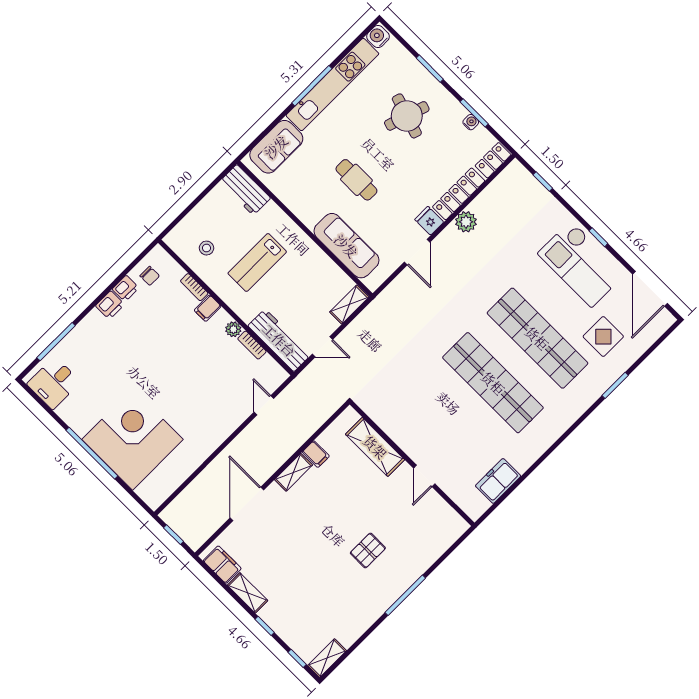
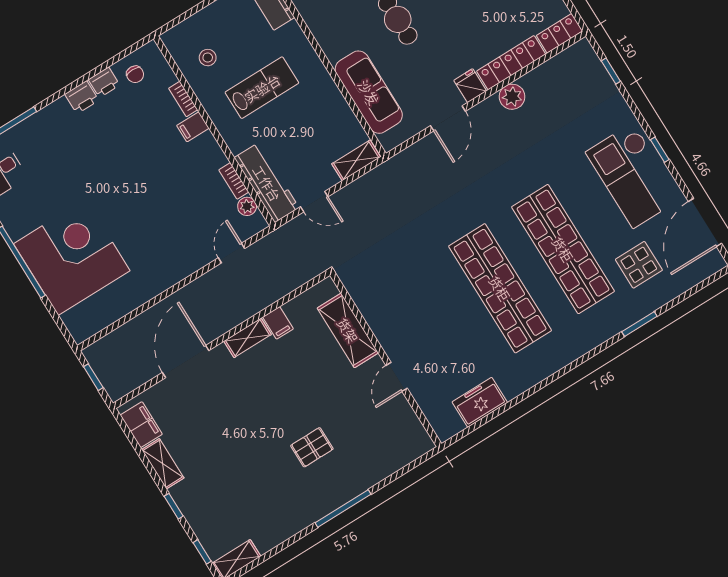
lab bench: (257, 262) -> (262, 88), turned 180
plant: (233, 329) -> (247, 206), moved

